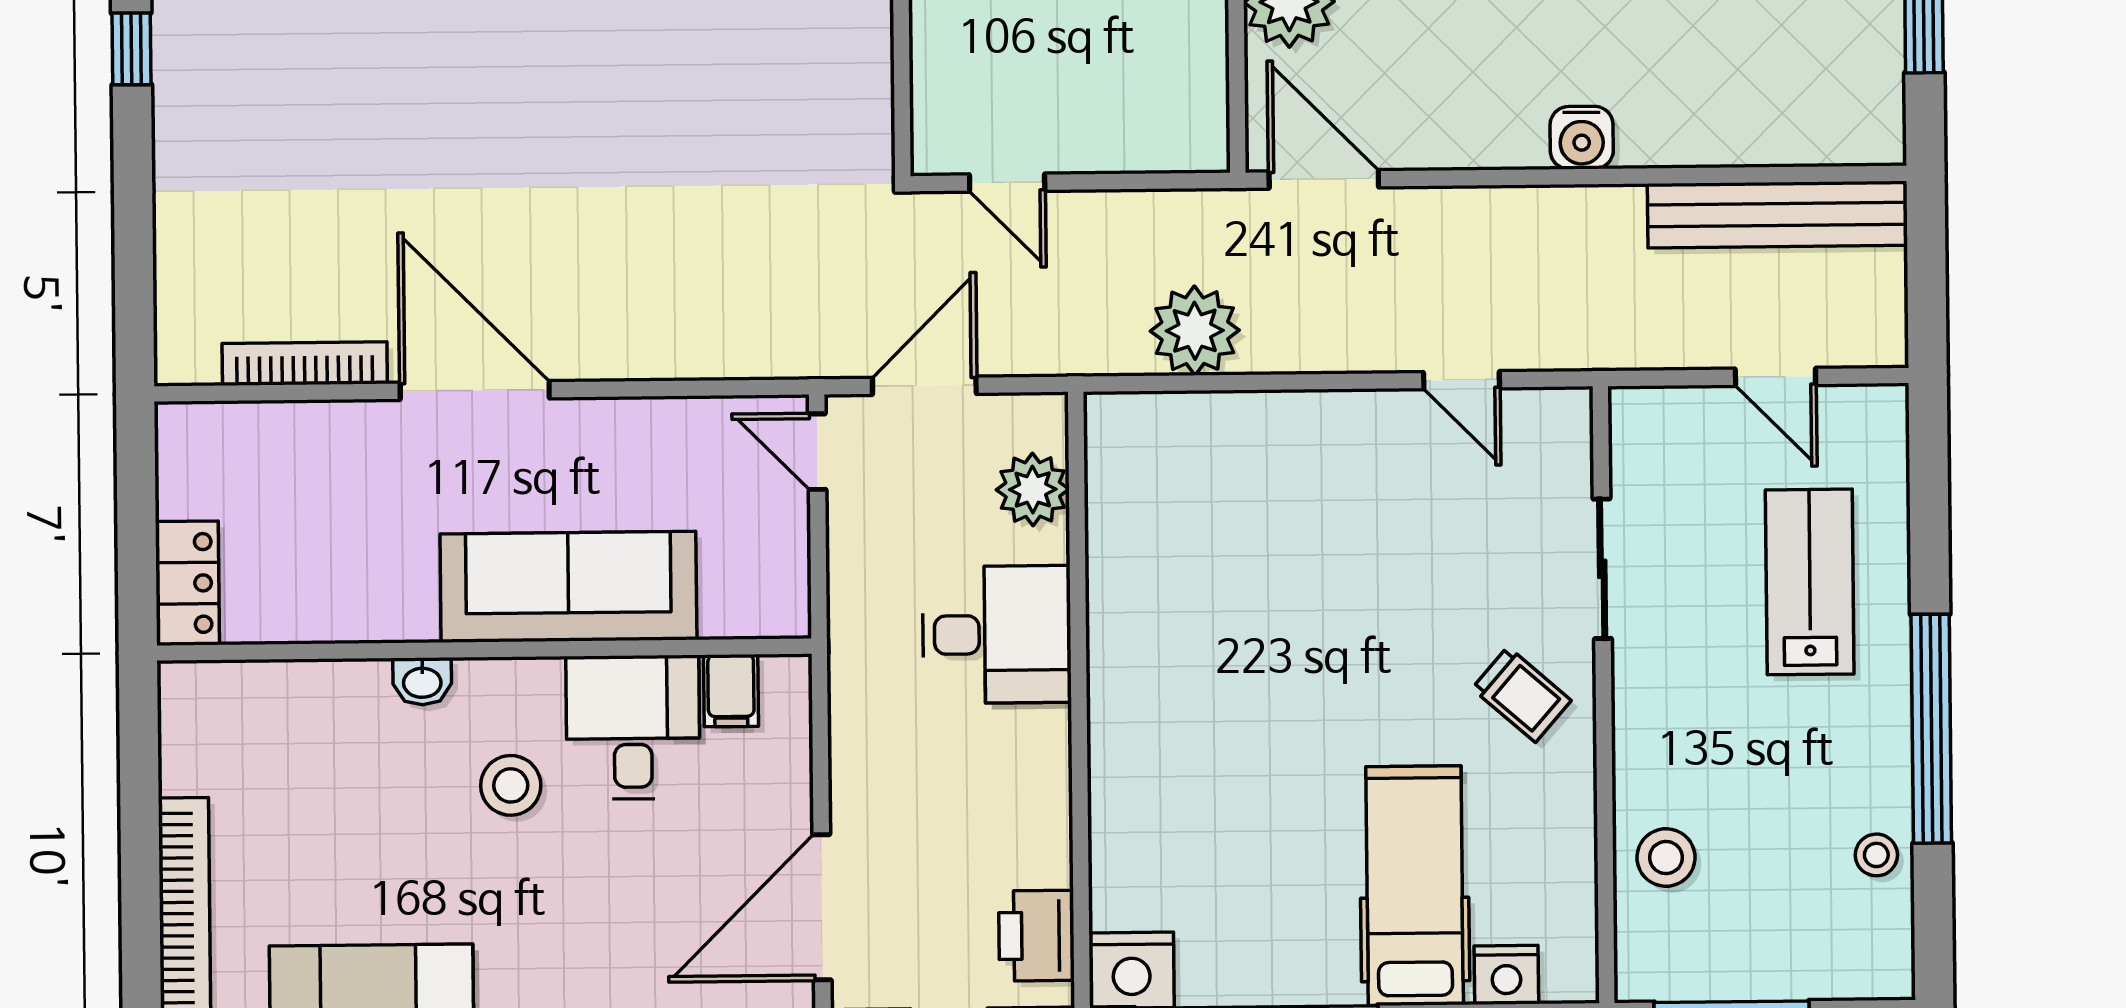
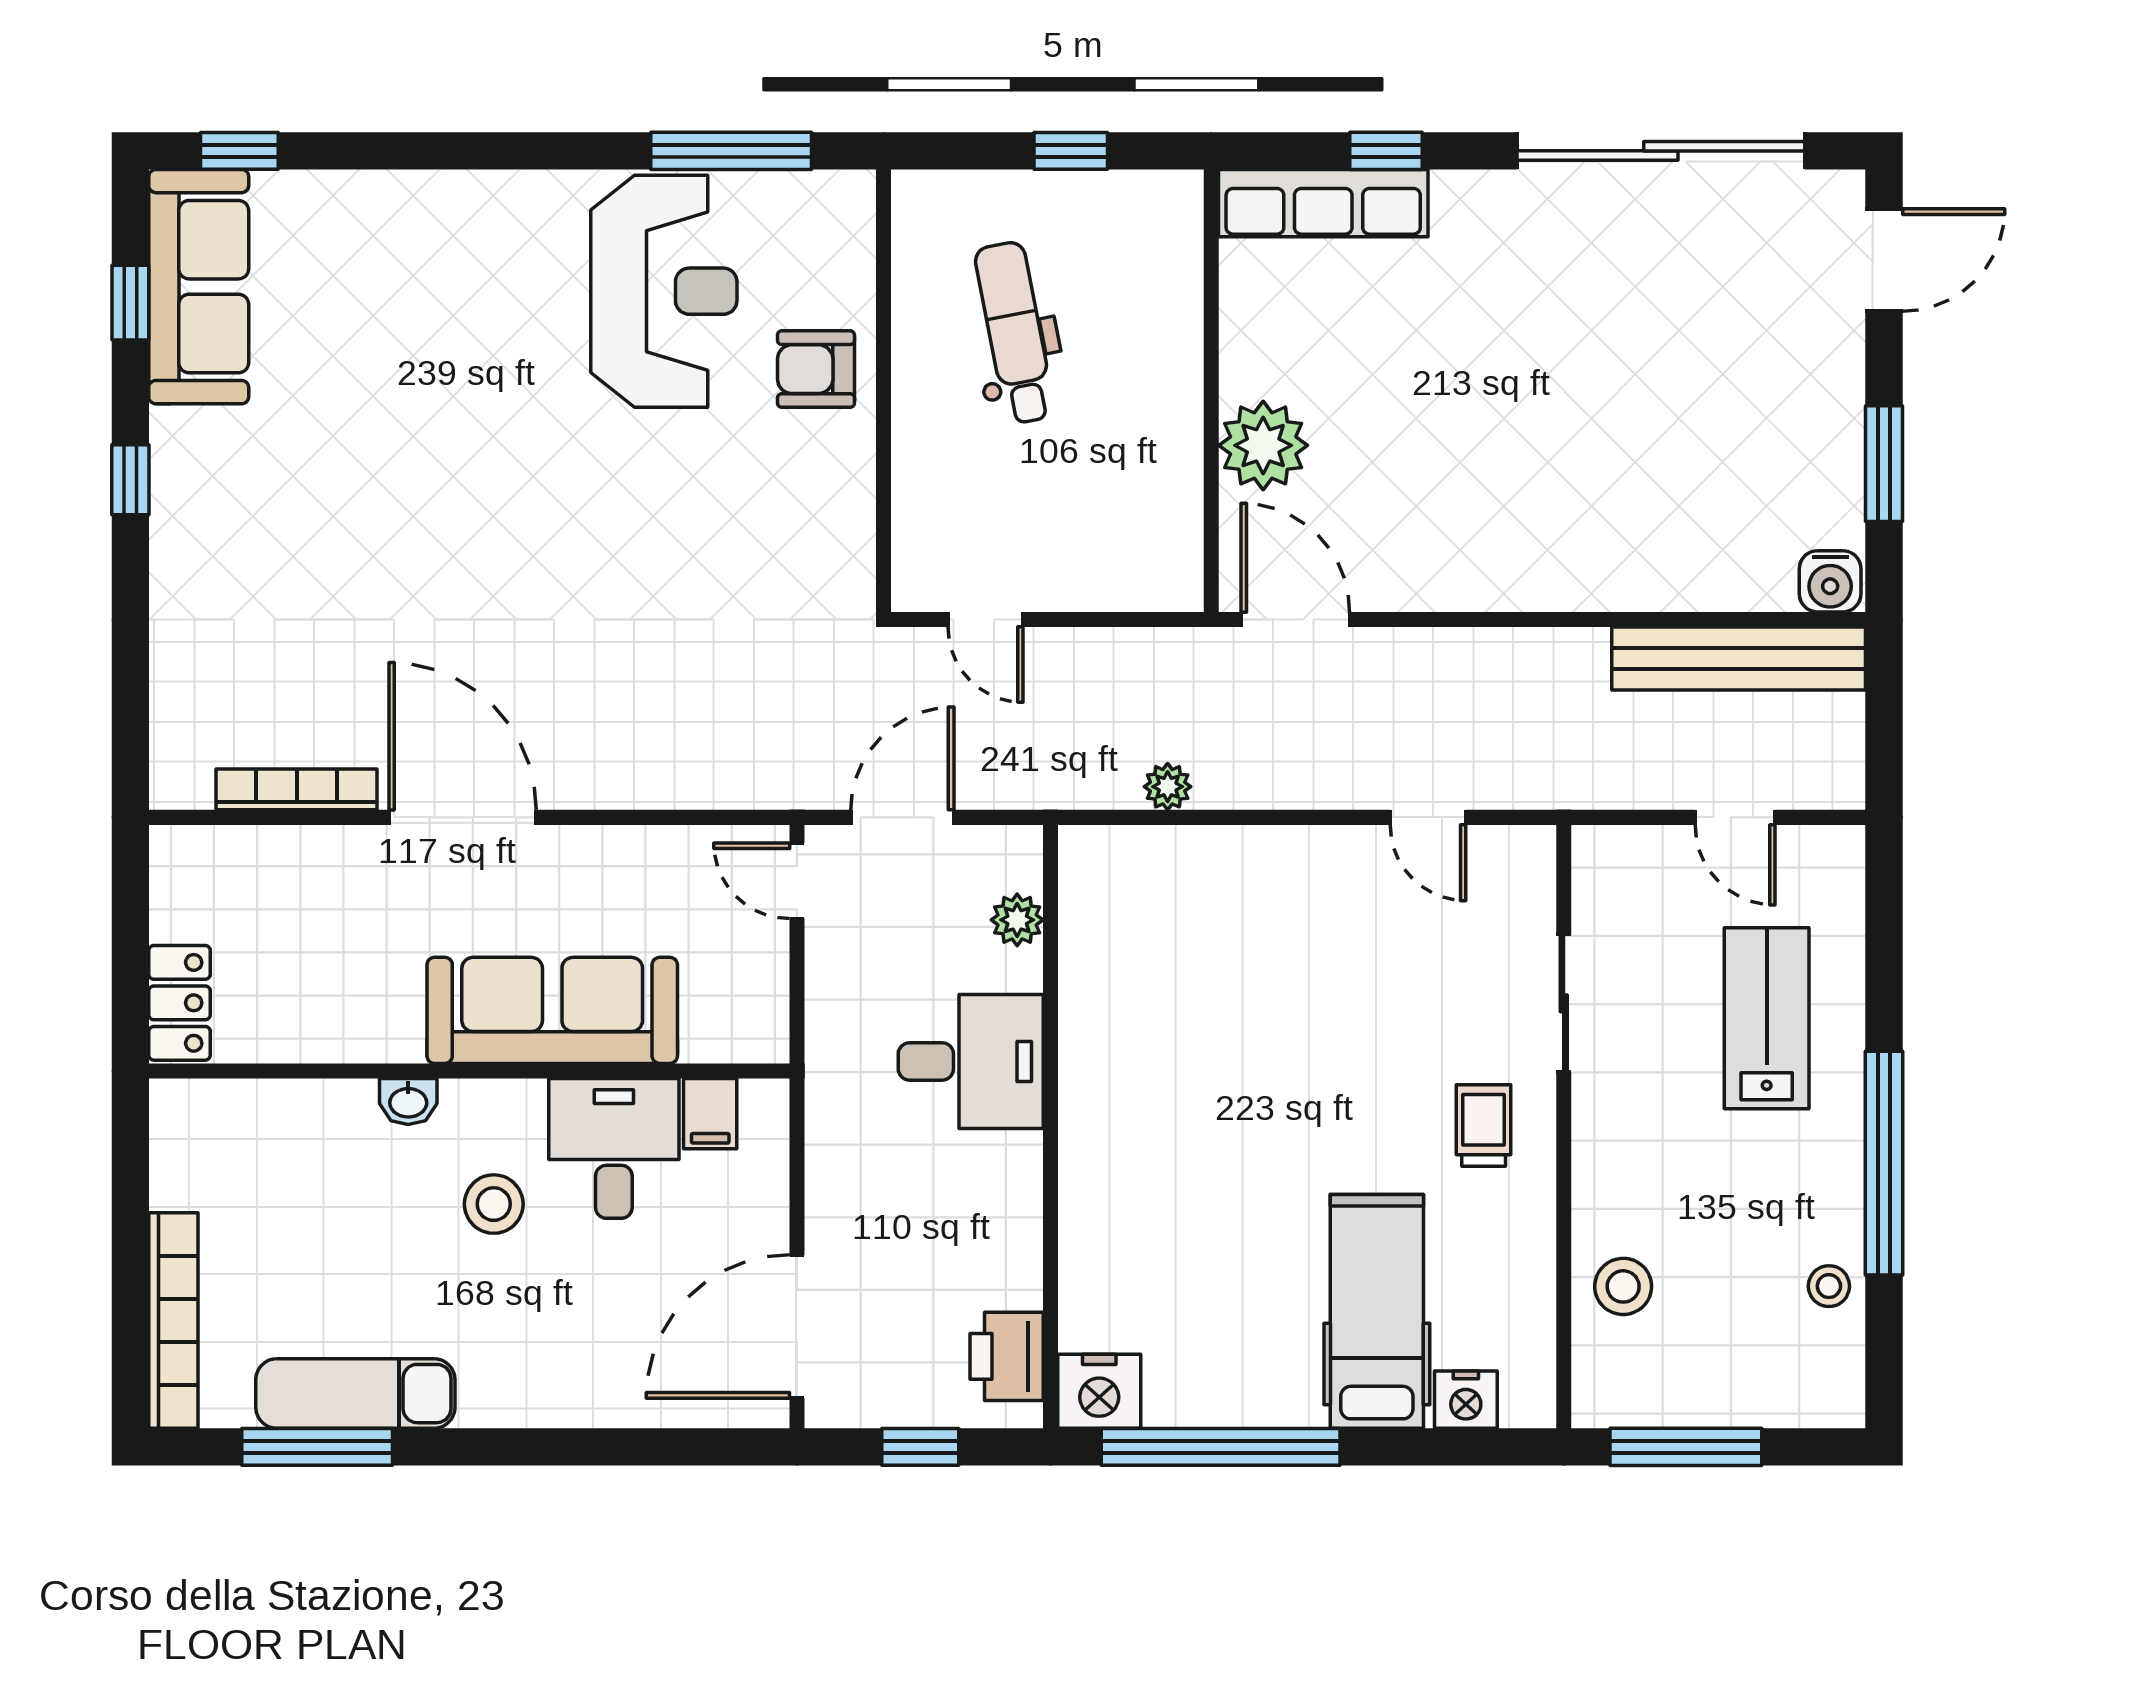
water cooler: (1582, 138) -> (1830, 581), moved
plant: (1195, 331) -> (1168, 787), width x0.53, depth x0.53
plant: (1033, 489) -> (1017, 920), width x0.73, depth x0.73
trolley: (1522, 694) -> (1484, 1125), turned -131

